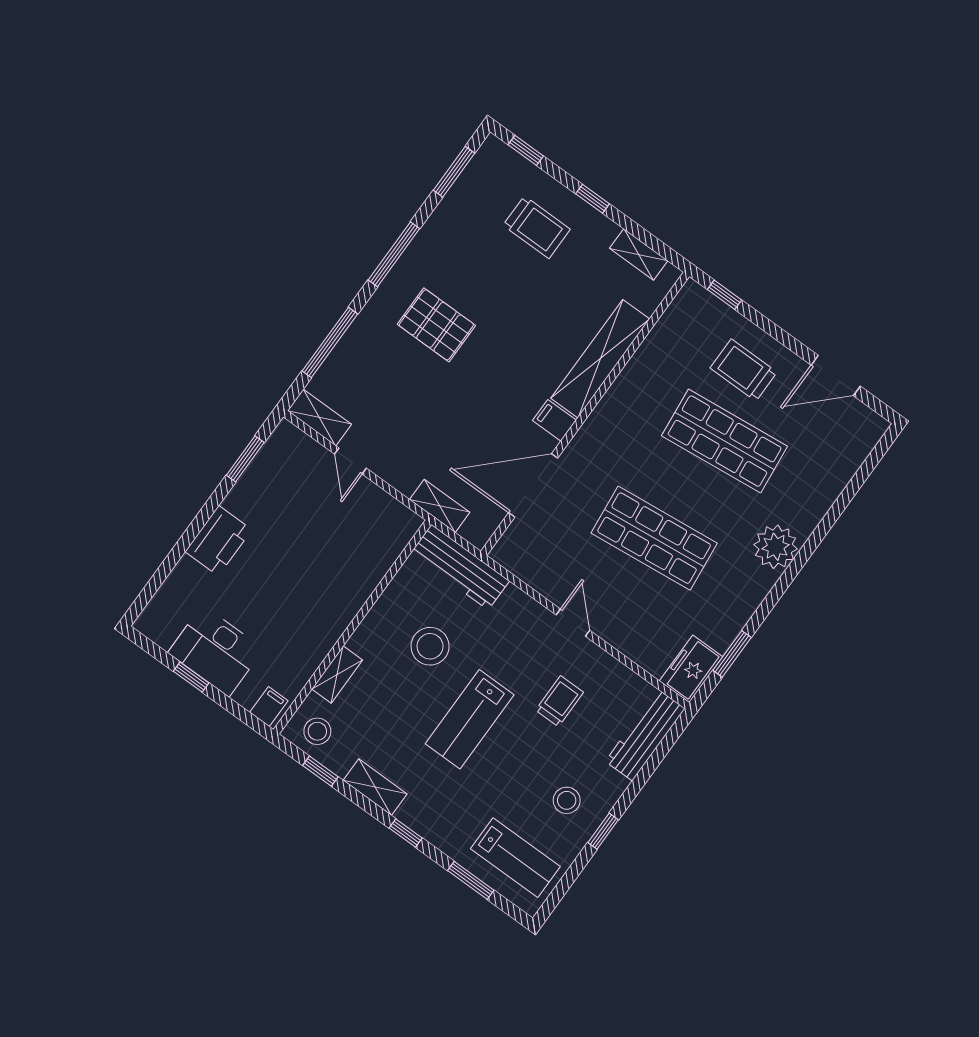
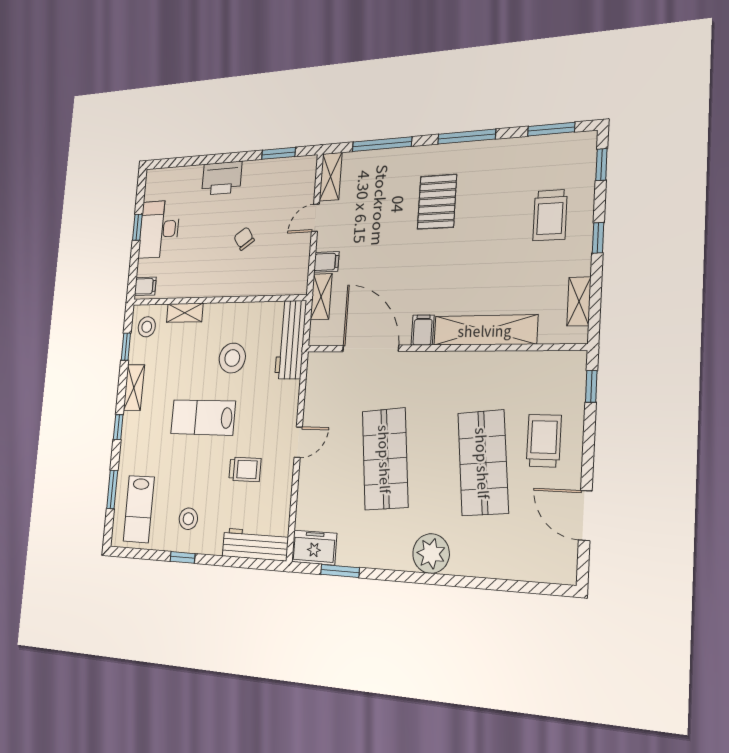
filing cabinet: (407, 478) -> (326, 262), added
chair: (309, 555) -> (244, 239), added

